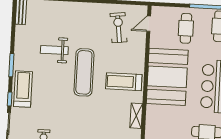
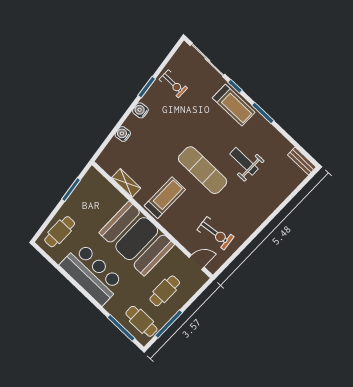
door: (149, 24) -> (197, 262), hinge flipped
cafe table: (186, 28) -> (165, 291), turned 90
weight bench: (54, 50) -> (244, 161), turned -90

